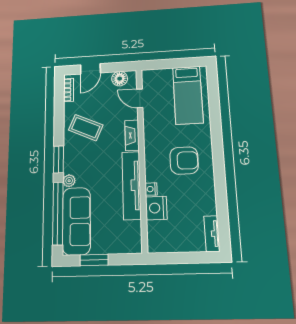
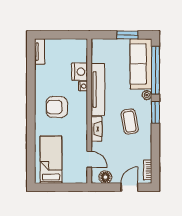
coffee table: (86, 128) -> (130, 122), moved, turned 56

